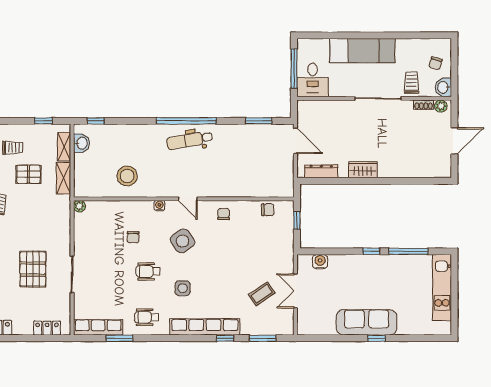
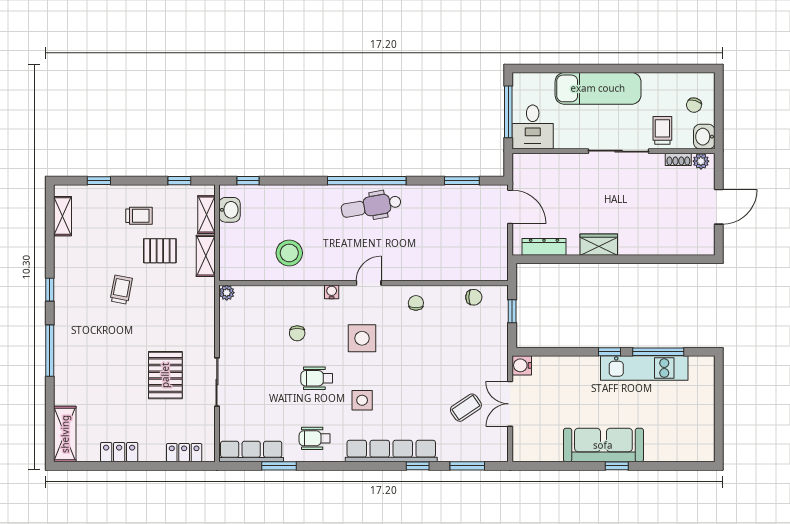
door: (188, 199) -> (369, 283), swing flipped
side table: (183, 241) -> (362, 338), turned 35
water cooler: (320, 262) -> (522, 365), moved, turned -90
kitchen unit: (442, 288) -> (644, 368), moved, turned -90

